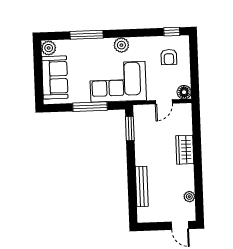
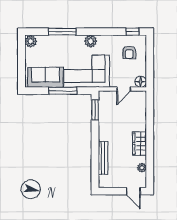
sofa: (55, 77) -> (45, 77), moved, turned -90
wardrobe: (185, 150) -> (140, 144), moved

